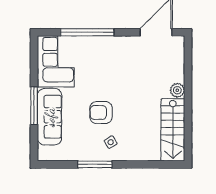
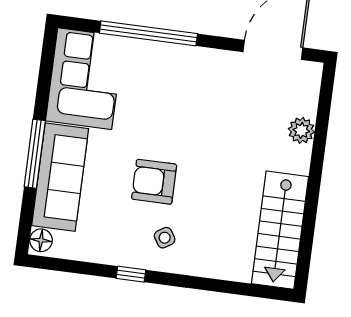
plant: (177, 90) -> (301, 130), moved
floor lamp: (44, 152) -> (41, 240), added
window: (95, 164) -> (131, 274), width x0.46

